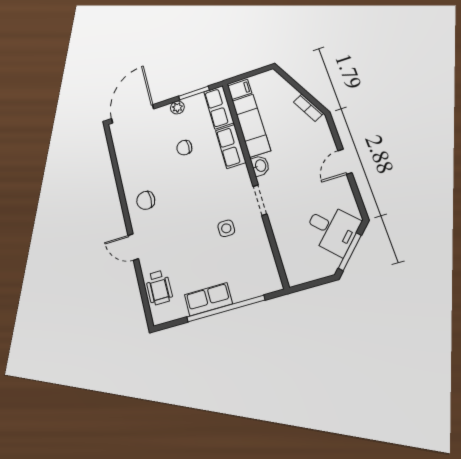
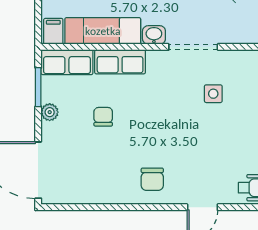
chair: (184, 148) -> (103, 117), turned 180
doorway: (260, 200) -> (193, 47), width x1.38

